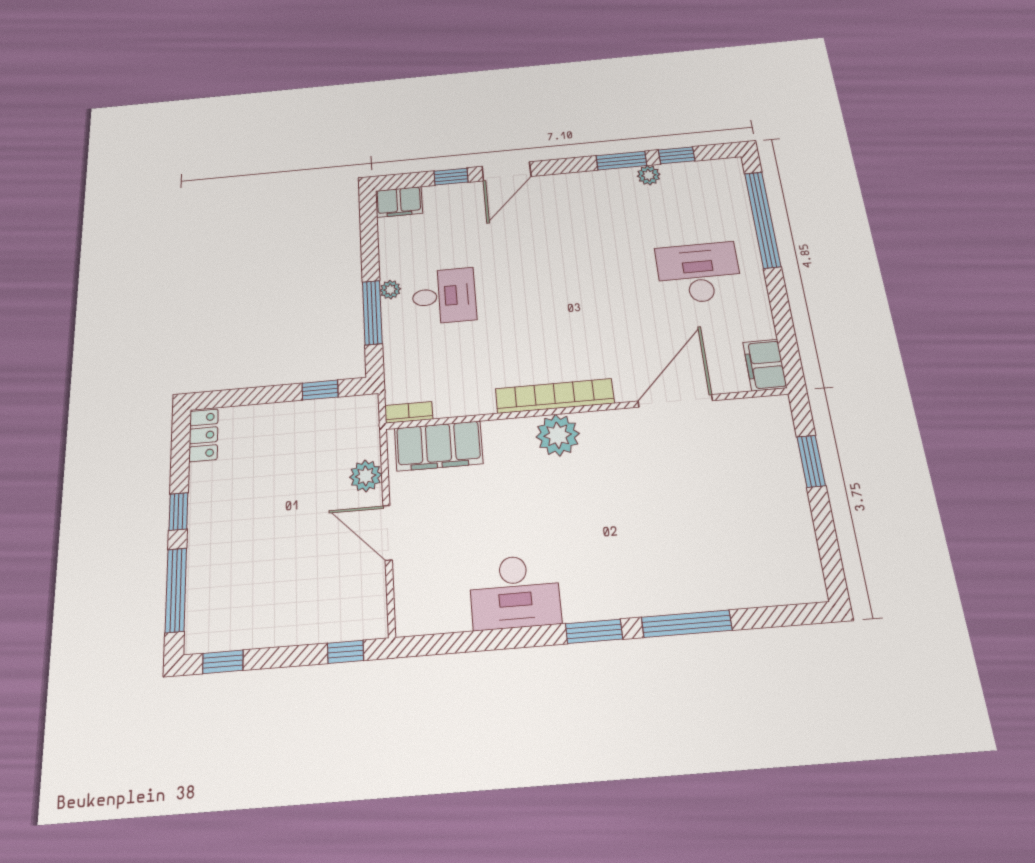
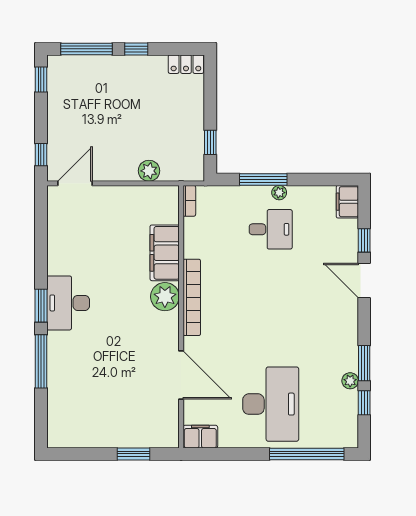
desk: (699, 273) -> (271, 404), width x1.36, depth x1.30
desk: (444, 296) -> (271, 229), turned -90
filing cabinet: (439, 446) -> (165, 253), moved
door: (387, 533) -> (75, 183), moved
desk: (515, 592) -> (68, 303), moved

